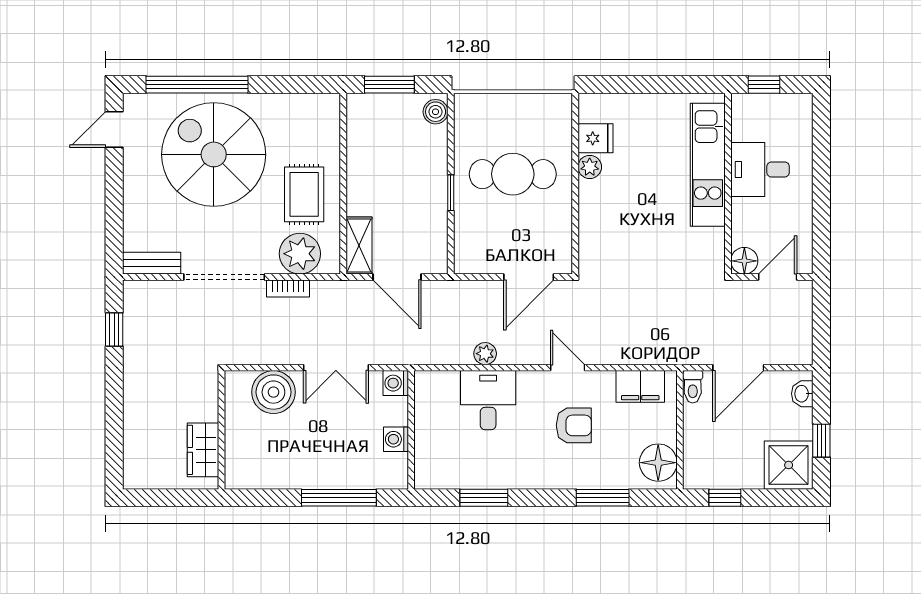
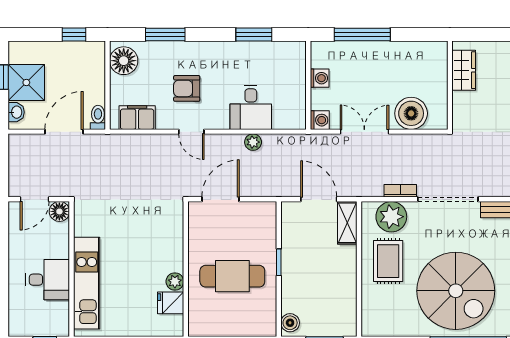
shower: (789, 465) -> (26, 82), moved

